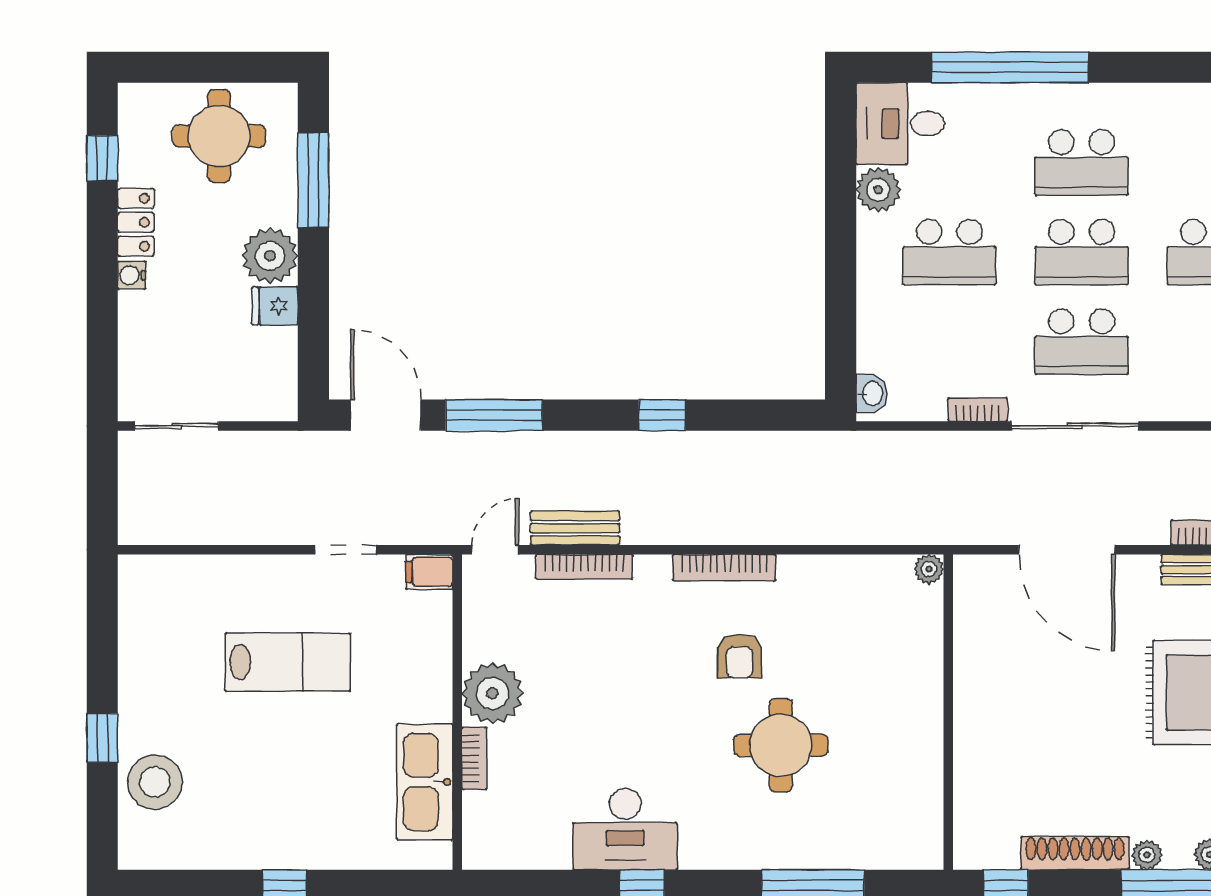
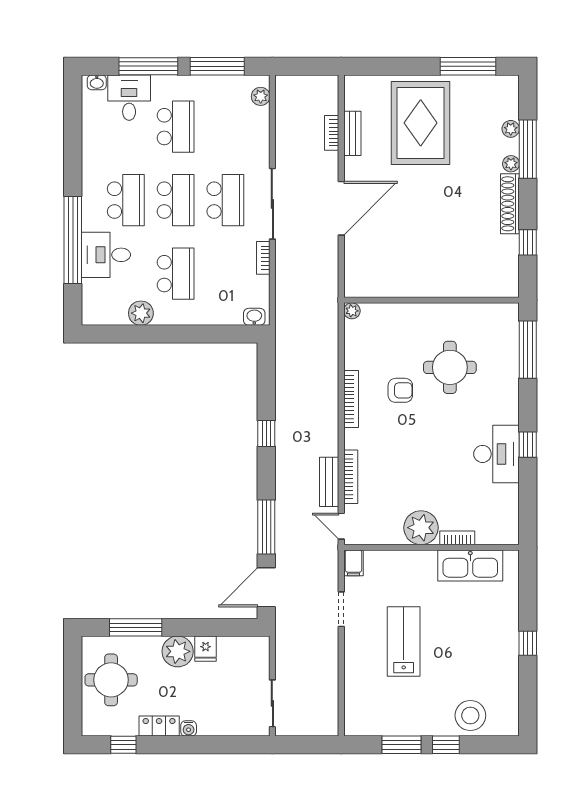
desk: (900, 124) -> (106, 255), moved, turned 90
plant: (929, 569) -> (352, 311), moved
window: (102, 658) -> (401, 745), added
wall: (948, 712) -> (431, 300), moved

